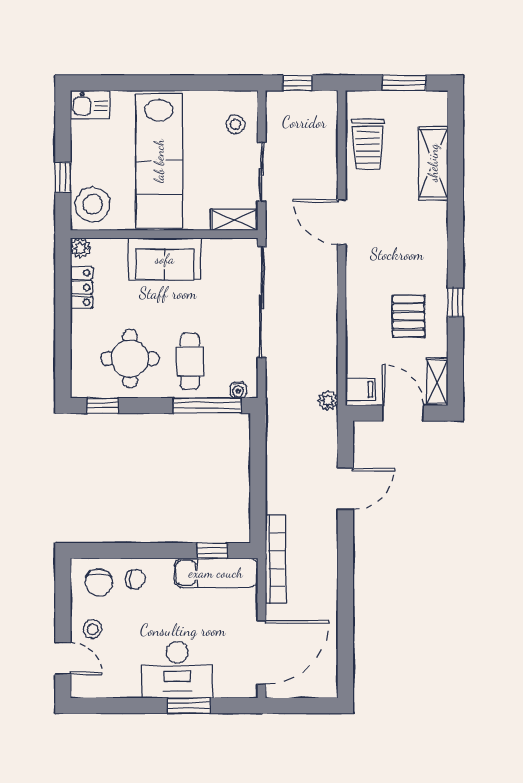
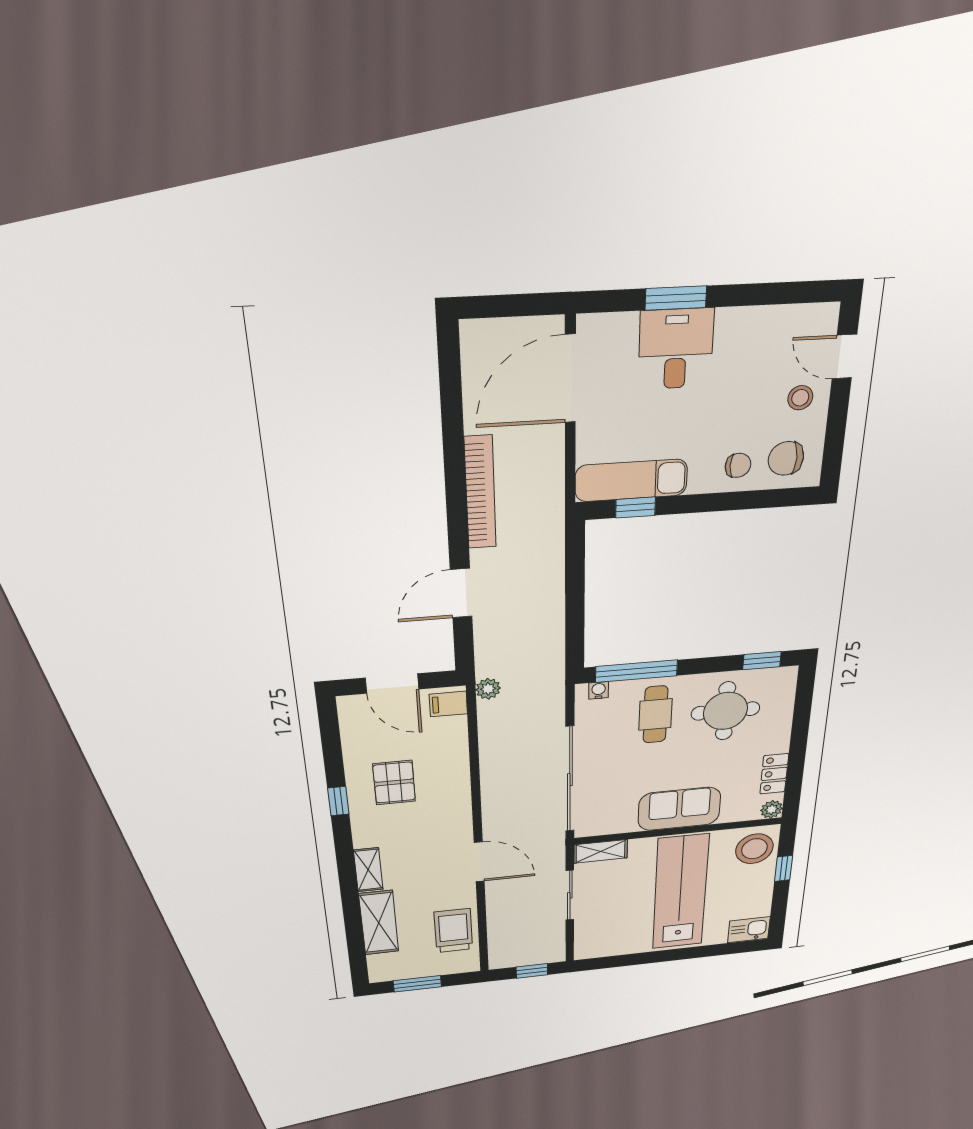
stool: (236, 124) -> (598, 931), removed
shelving: (437, 382) -> (368, 870), moved
bookcase: (275, 559) -> (480, 493), moved, turned 180
chair: (135, 579) -> (738, 465), turned 180
chair: (99, 582) -> (786, 458), turned -90
desk: (177, 670) -> (676, 349), width x0.73

